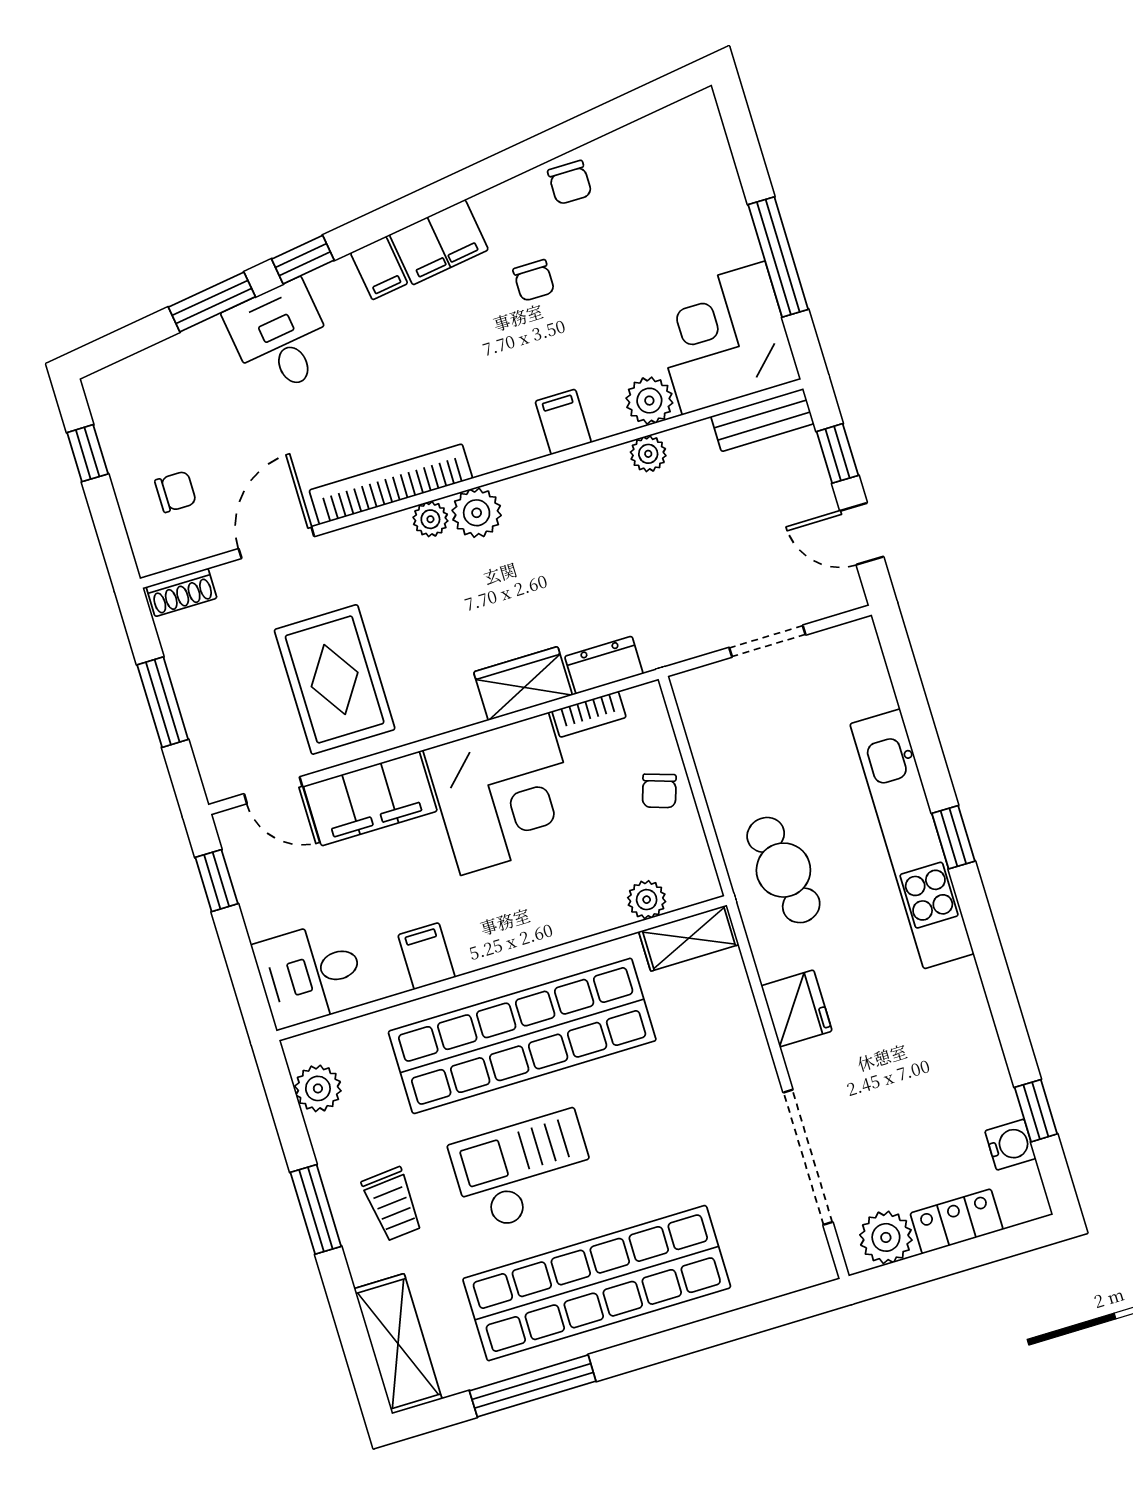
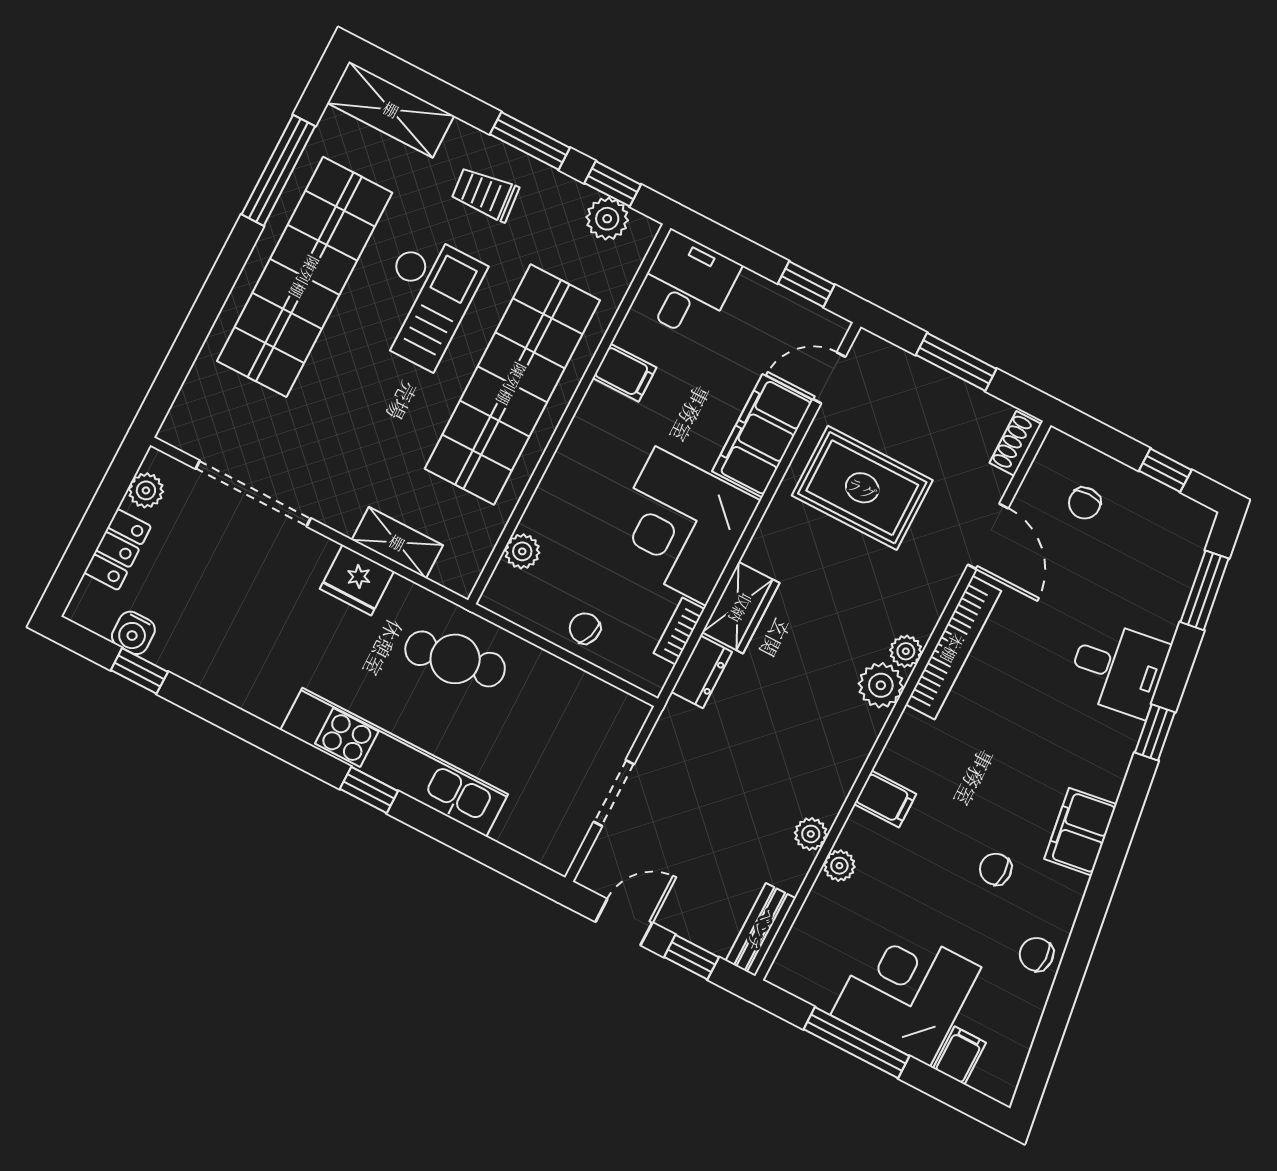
filing cabinet: (379, 268) -> (959, 1055), moved, turned 98
window: (212, 302) -> (1205, 590), moved
corner desk: (724, 338) -> (906, 991), moved, turned -90
plant: (649, 401) -> (839, 866), width x0.73, depth x0.73
shelving: (689, 938) -> (397, 542), moved, turned 90
window: (286, 1111) -> (613, 184), added
plant: (886, 1237) -> (146, 490), width x0.73, depth x0.73

